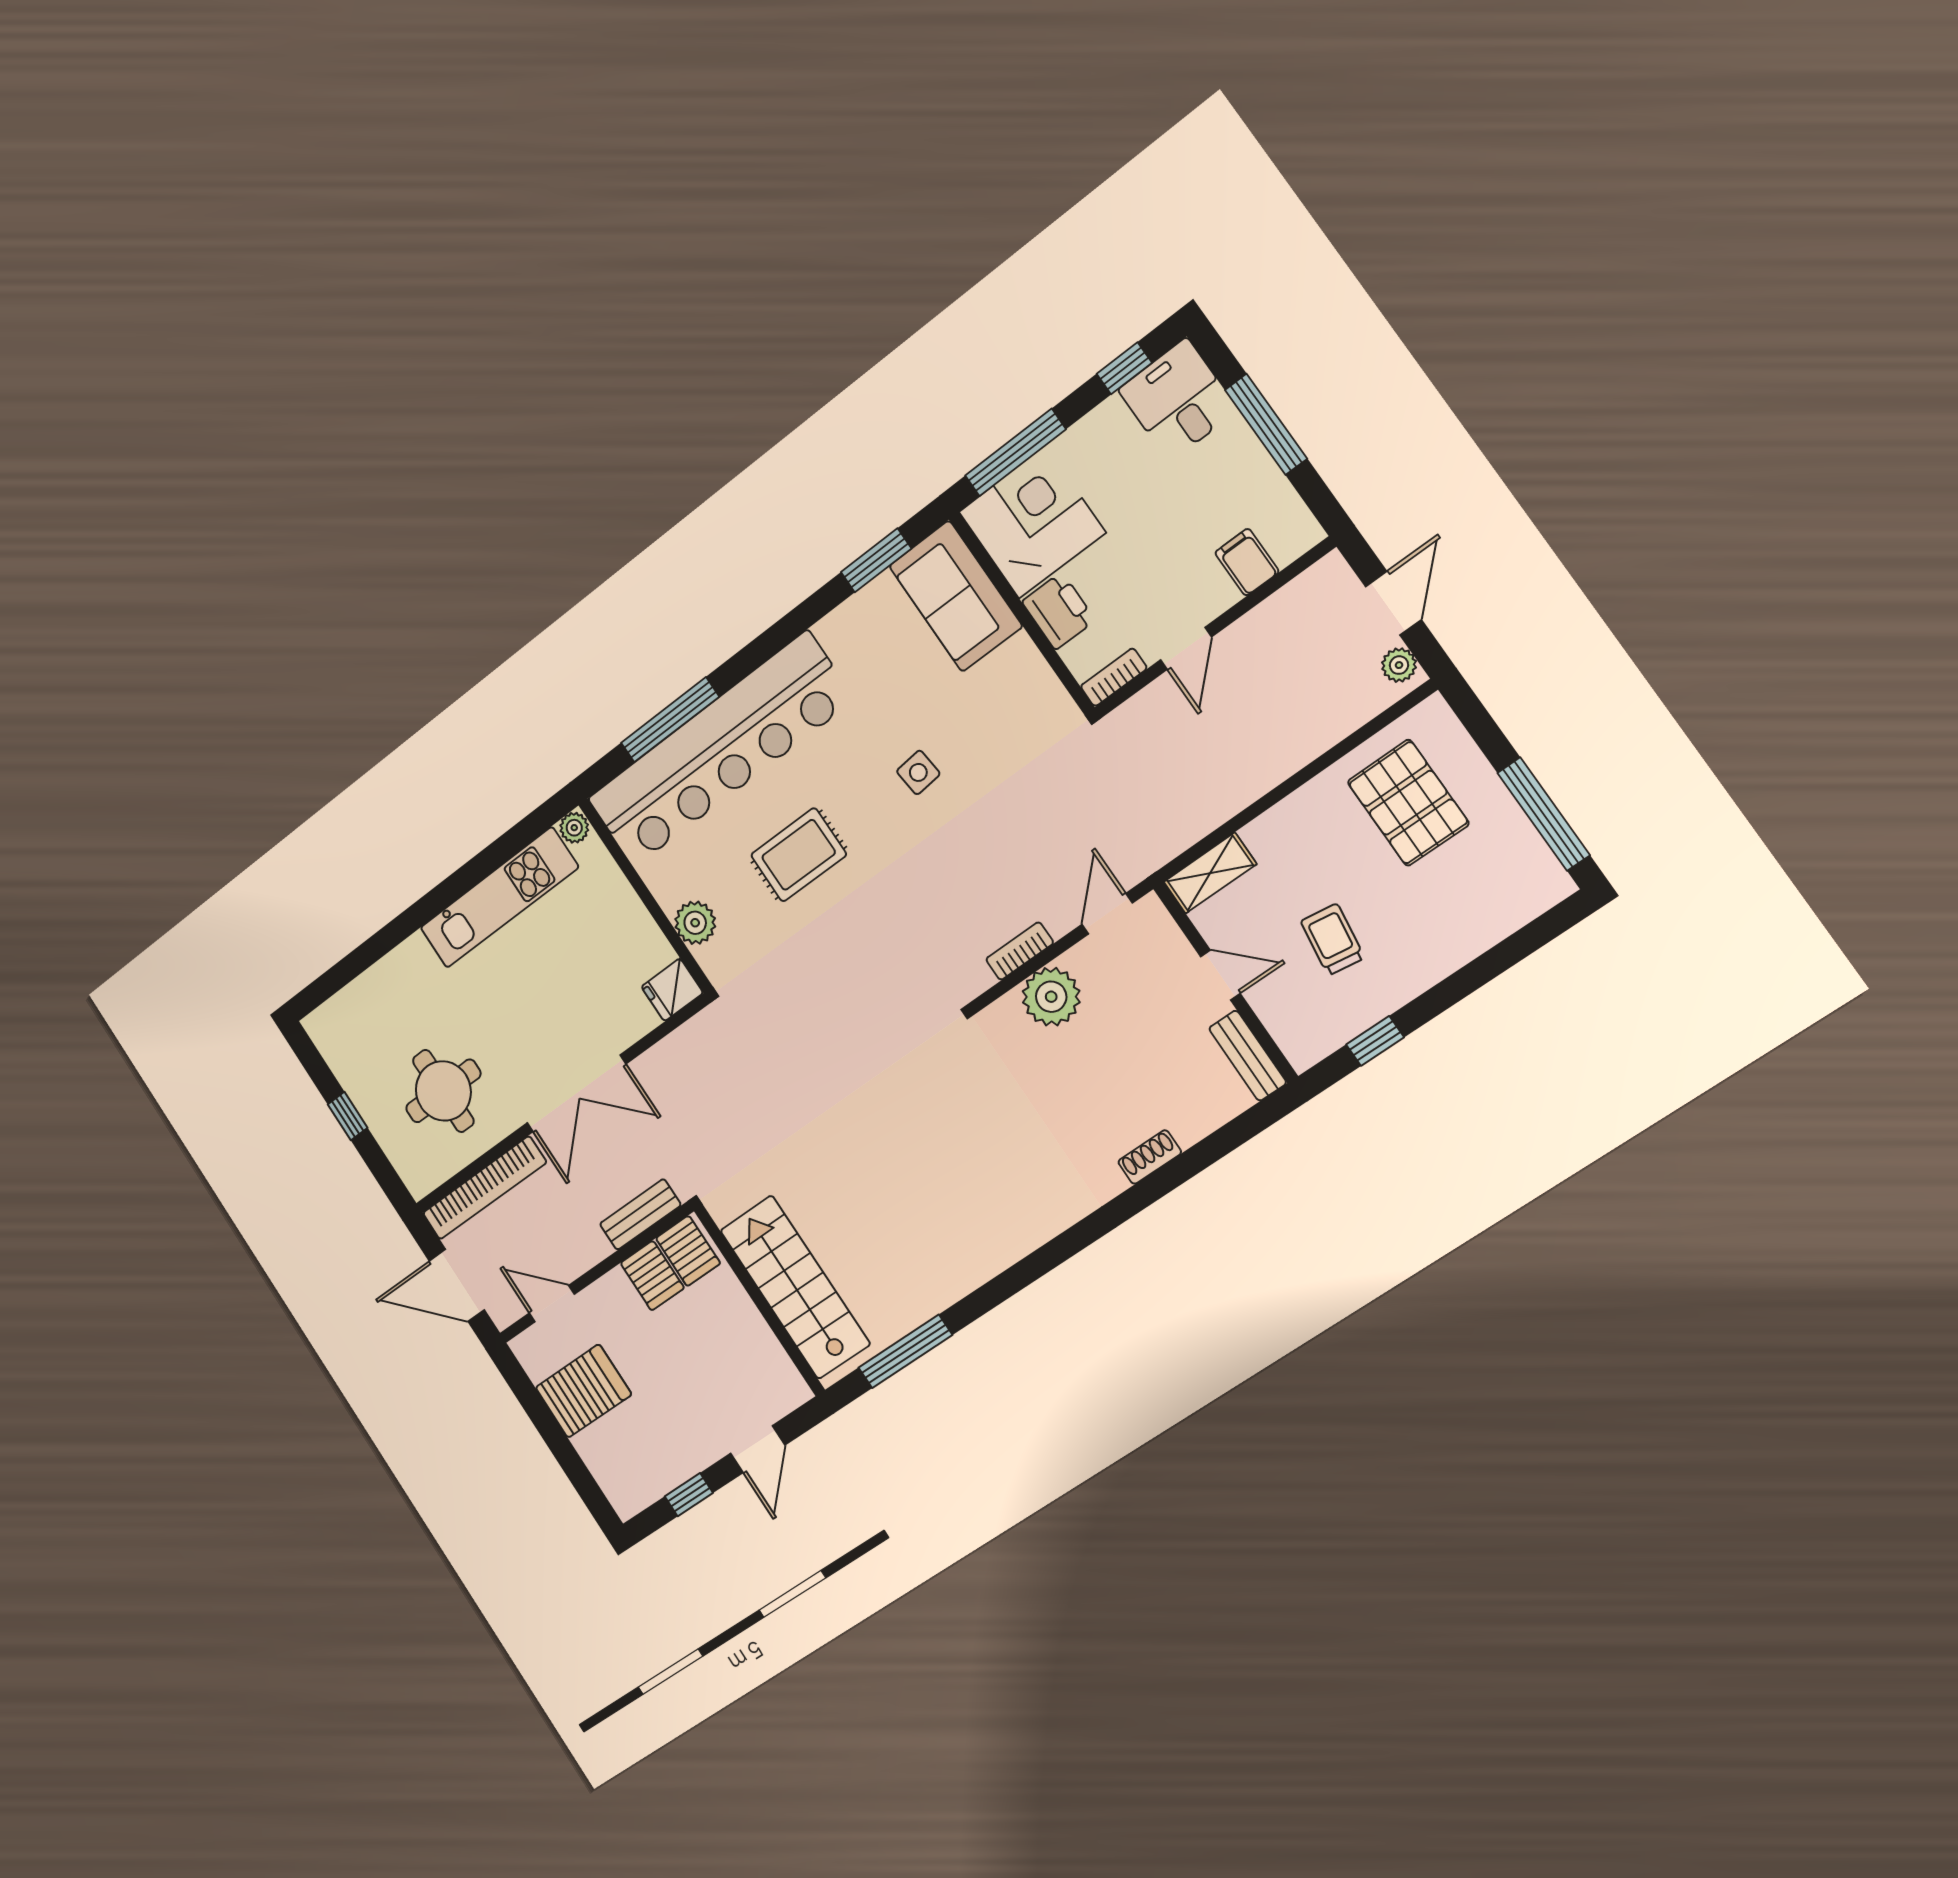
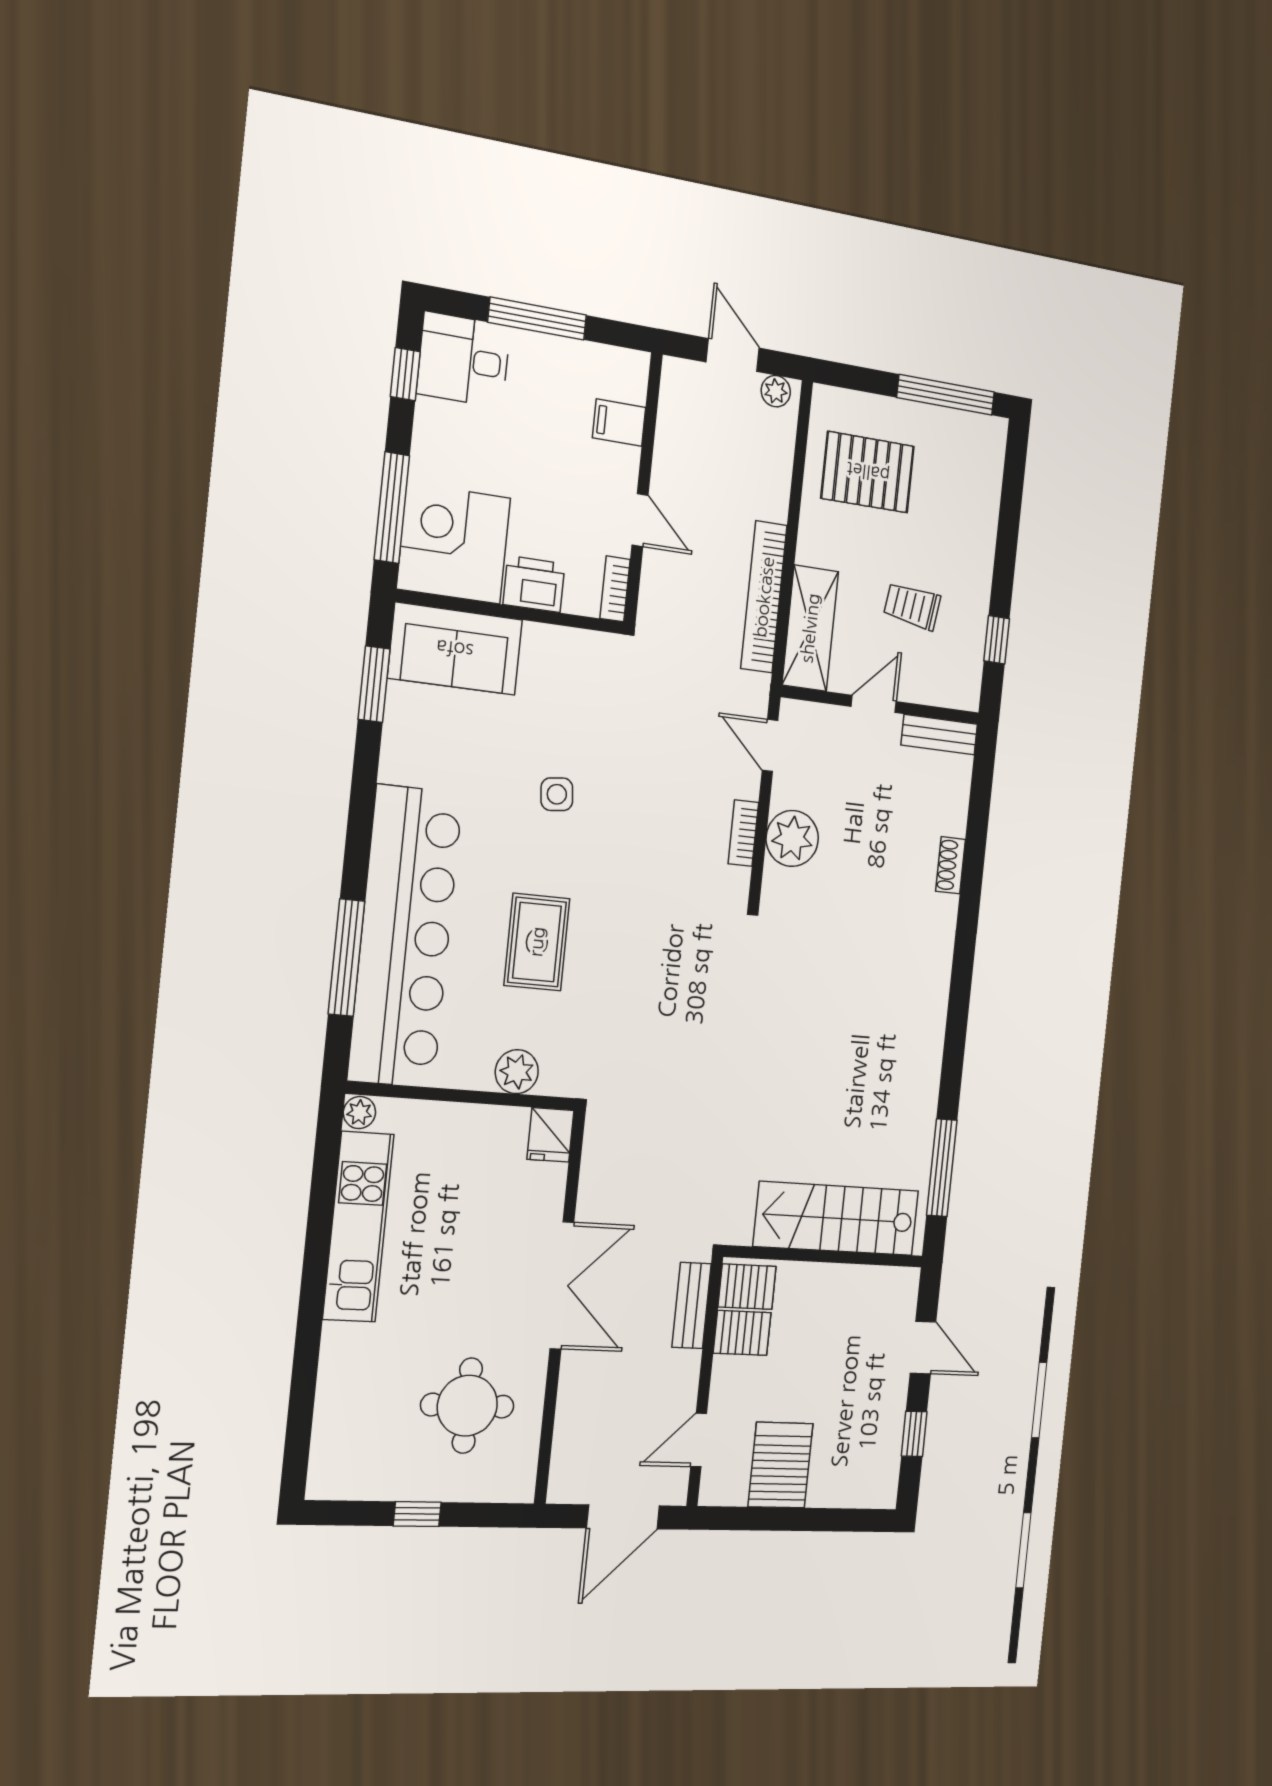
shelving: (1210, 873) -> (810, 628), width x1.50, depth x1.33
bookcase: (484, 1188) -> (764, 597), moved, turned 180

